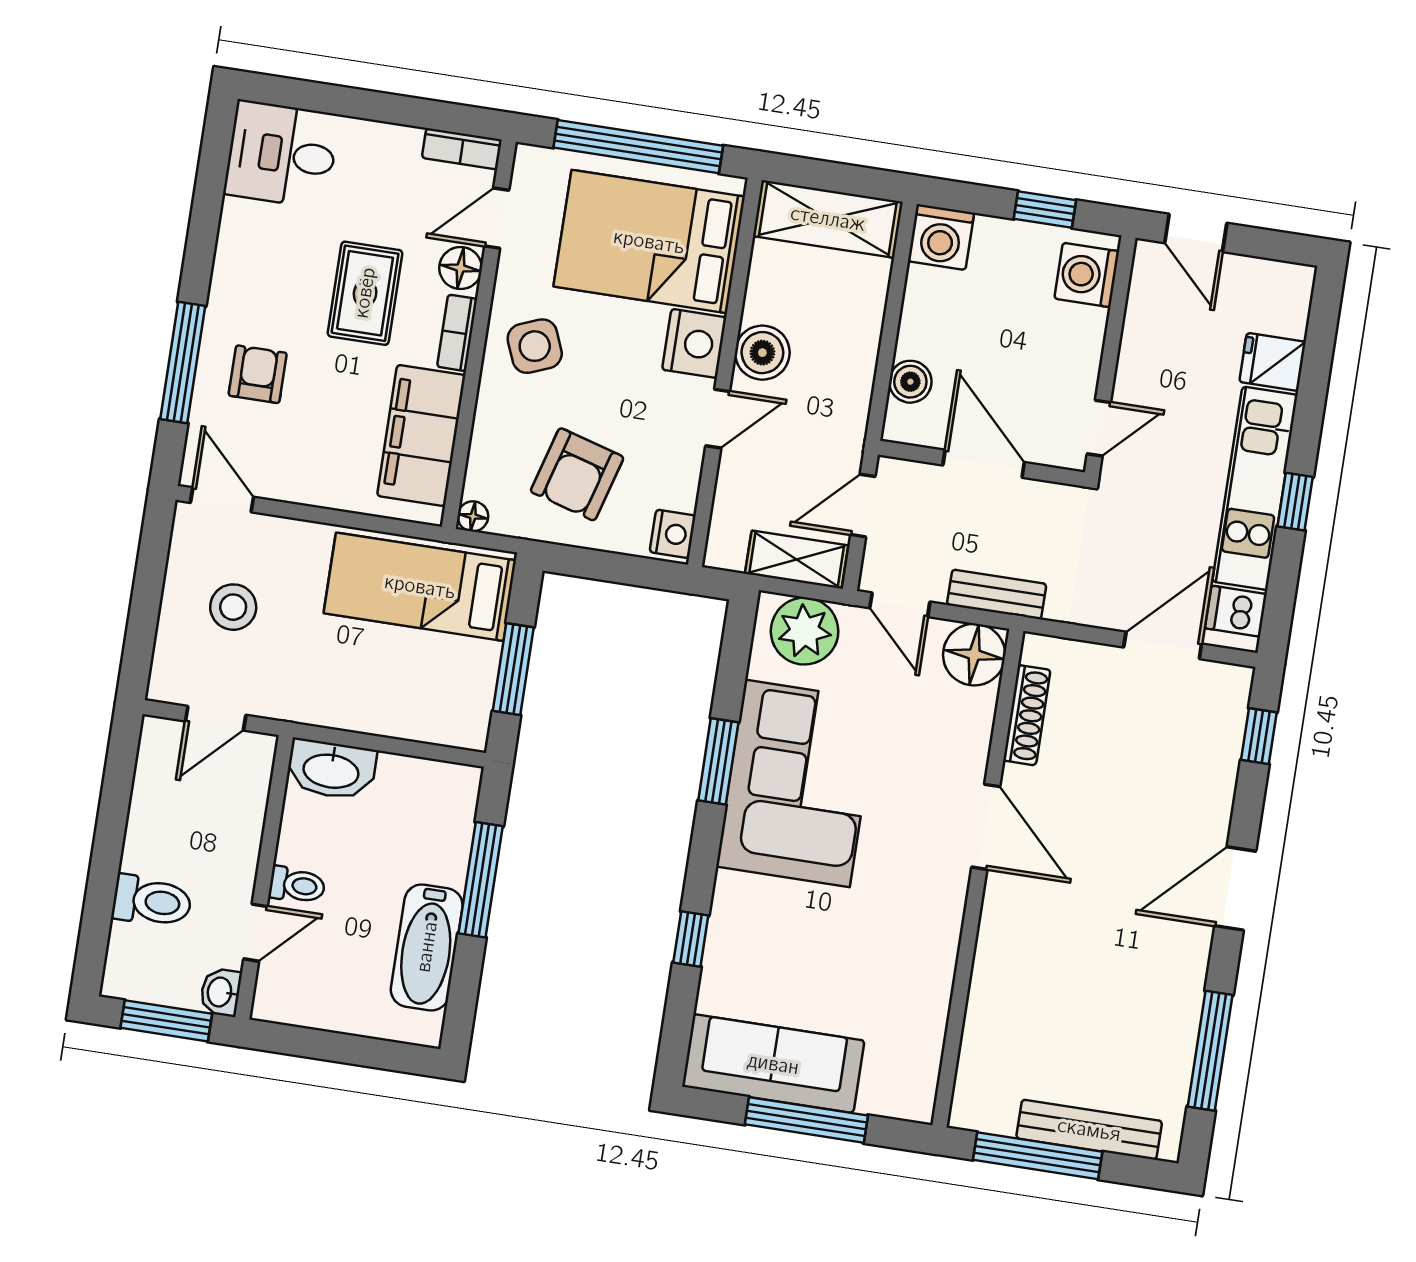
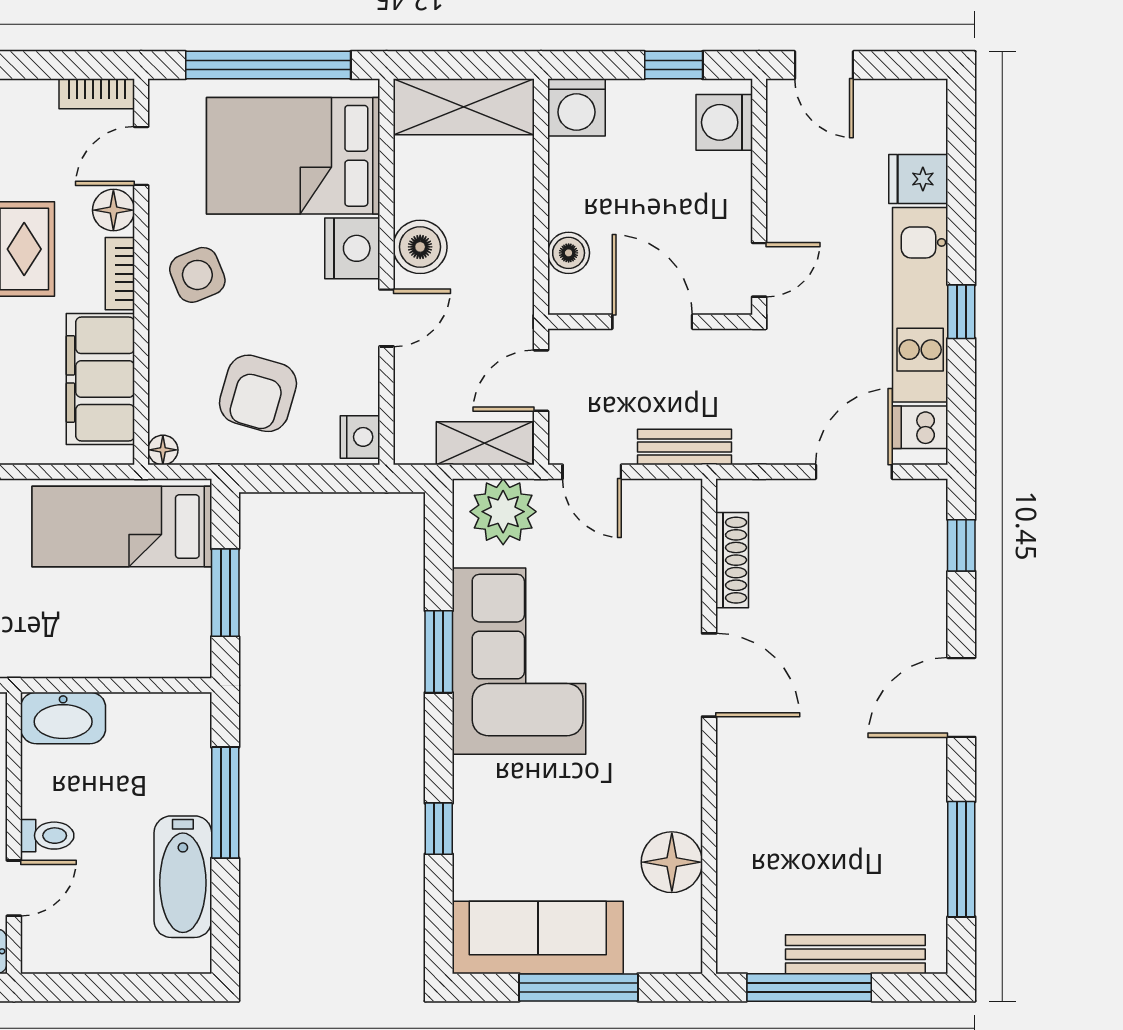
floor lamp: (974, 655) -> (672, 862), moved

